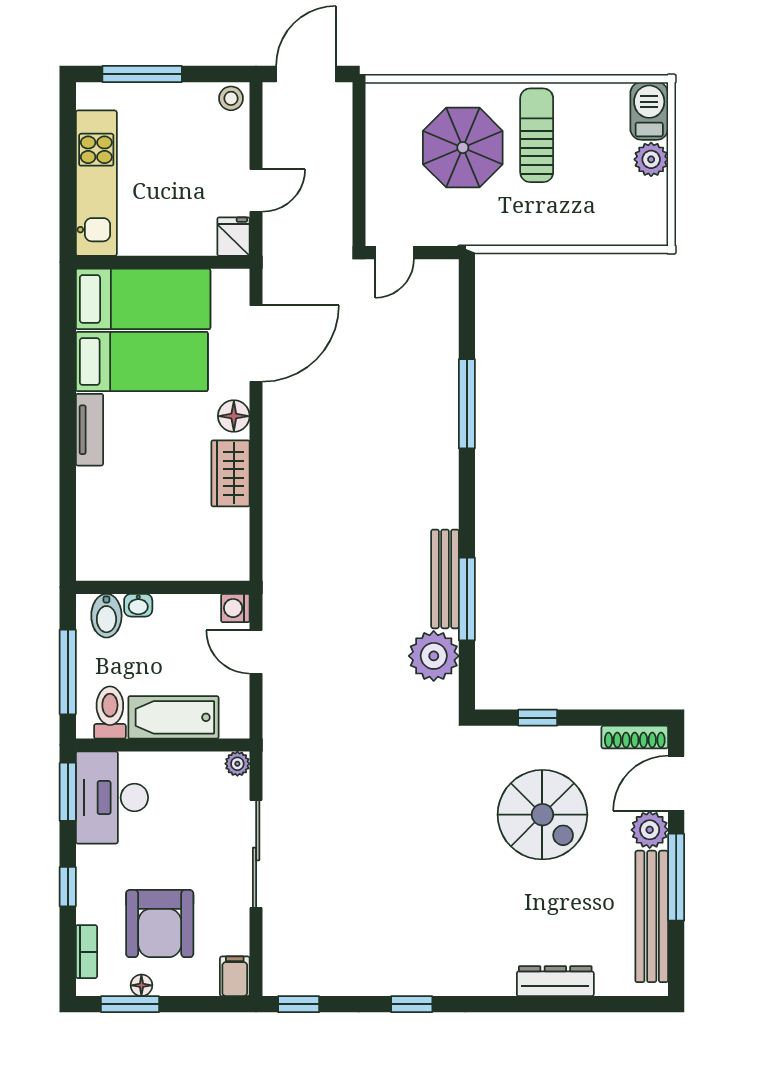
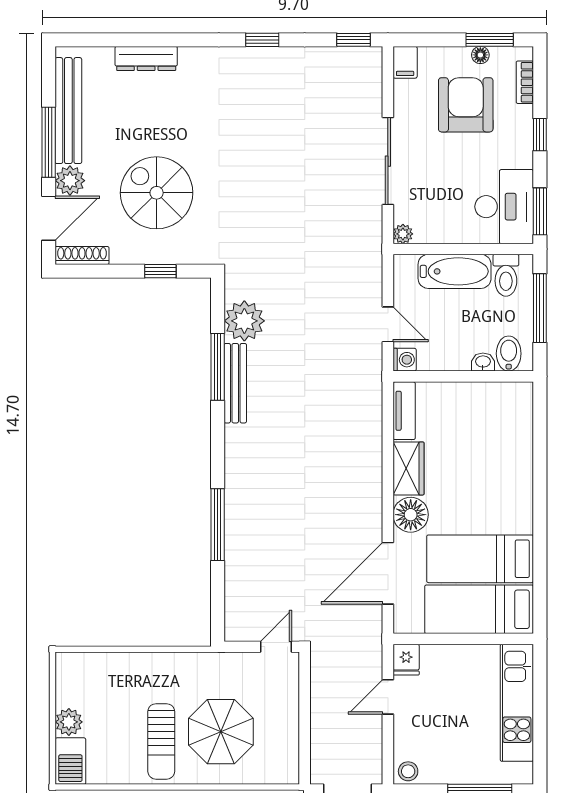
floor lamp: (234, 416) -> (411, 515), width x1.38, depth x1.38
tv unit: (90, 430) -> (404, 411), moved, turned 180

